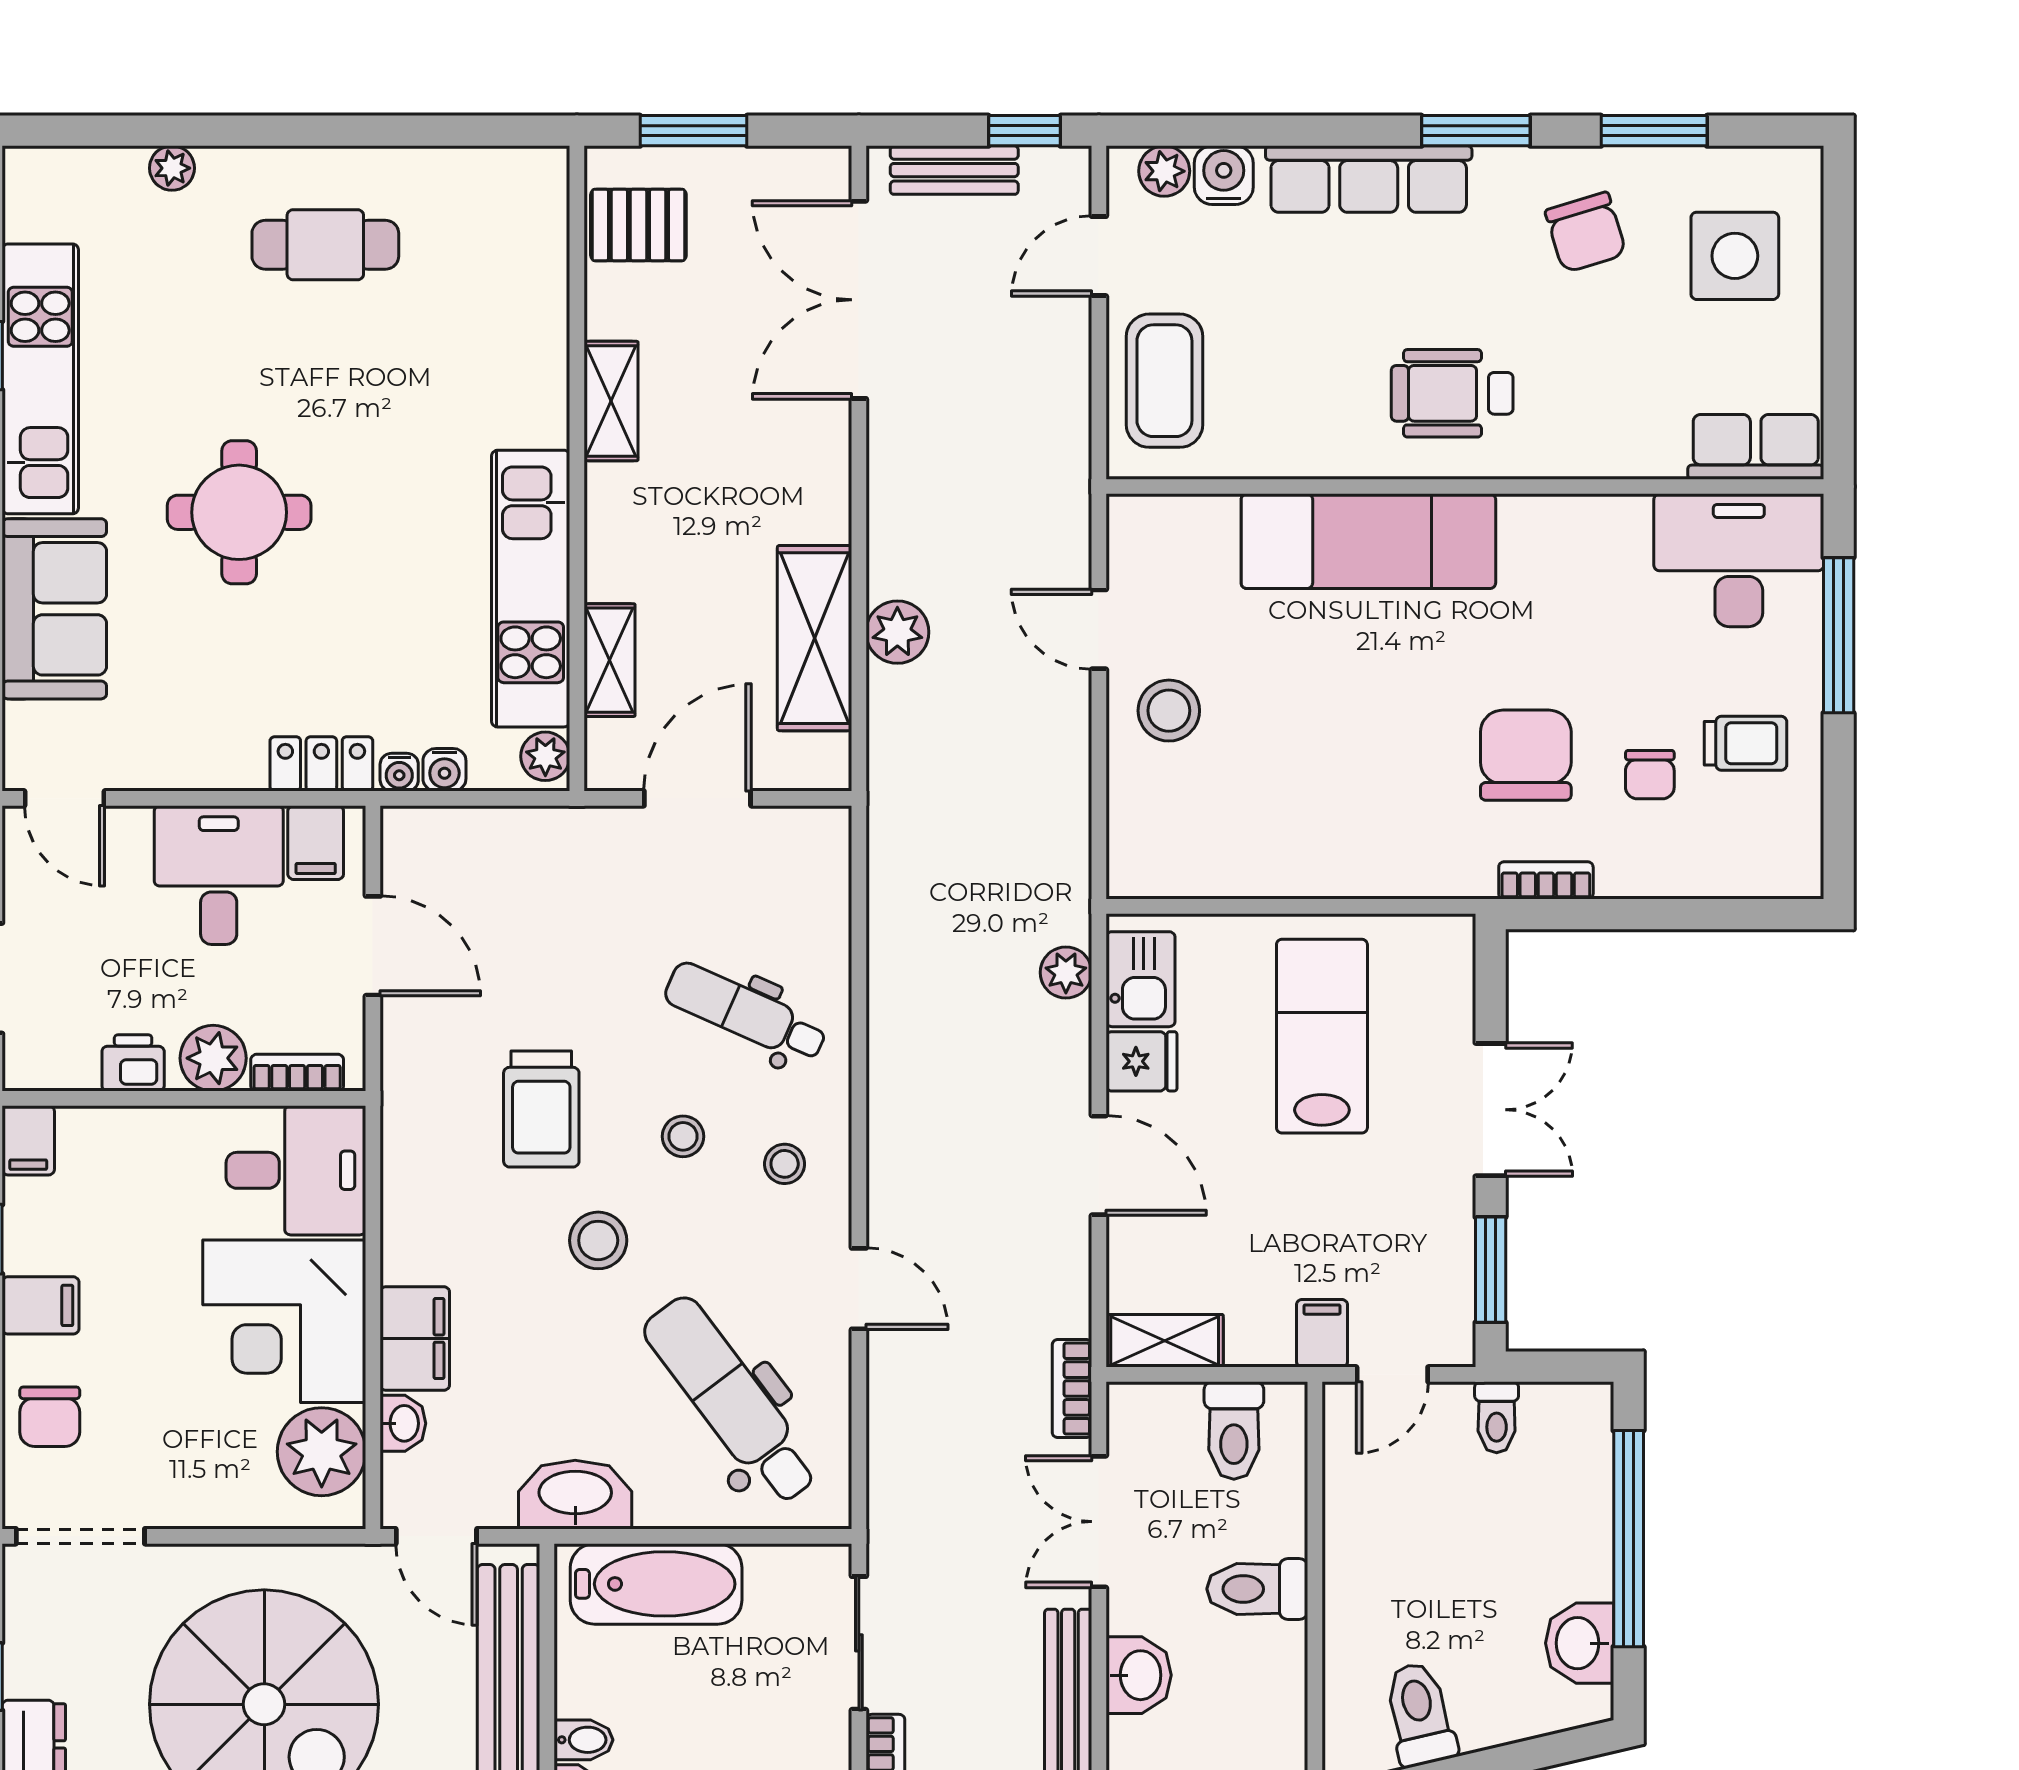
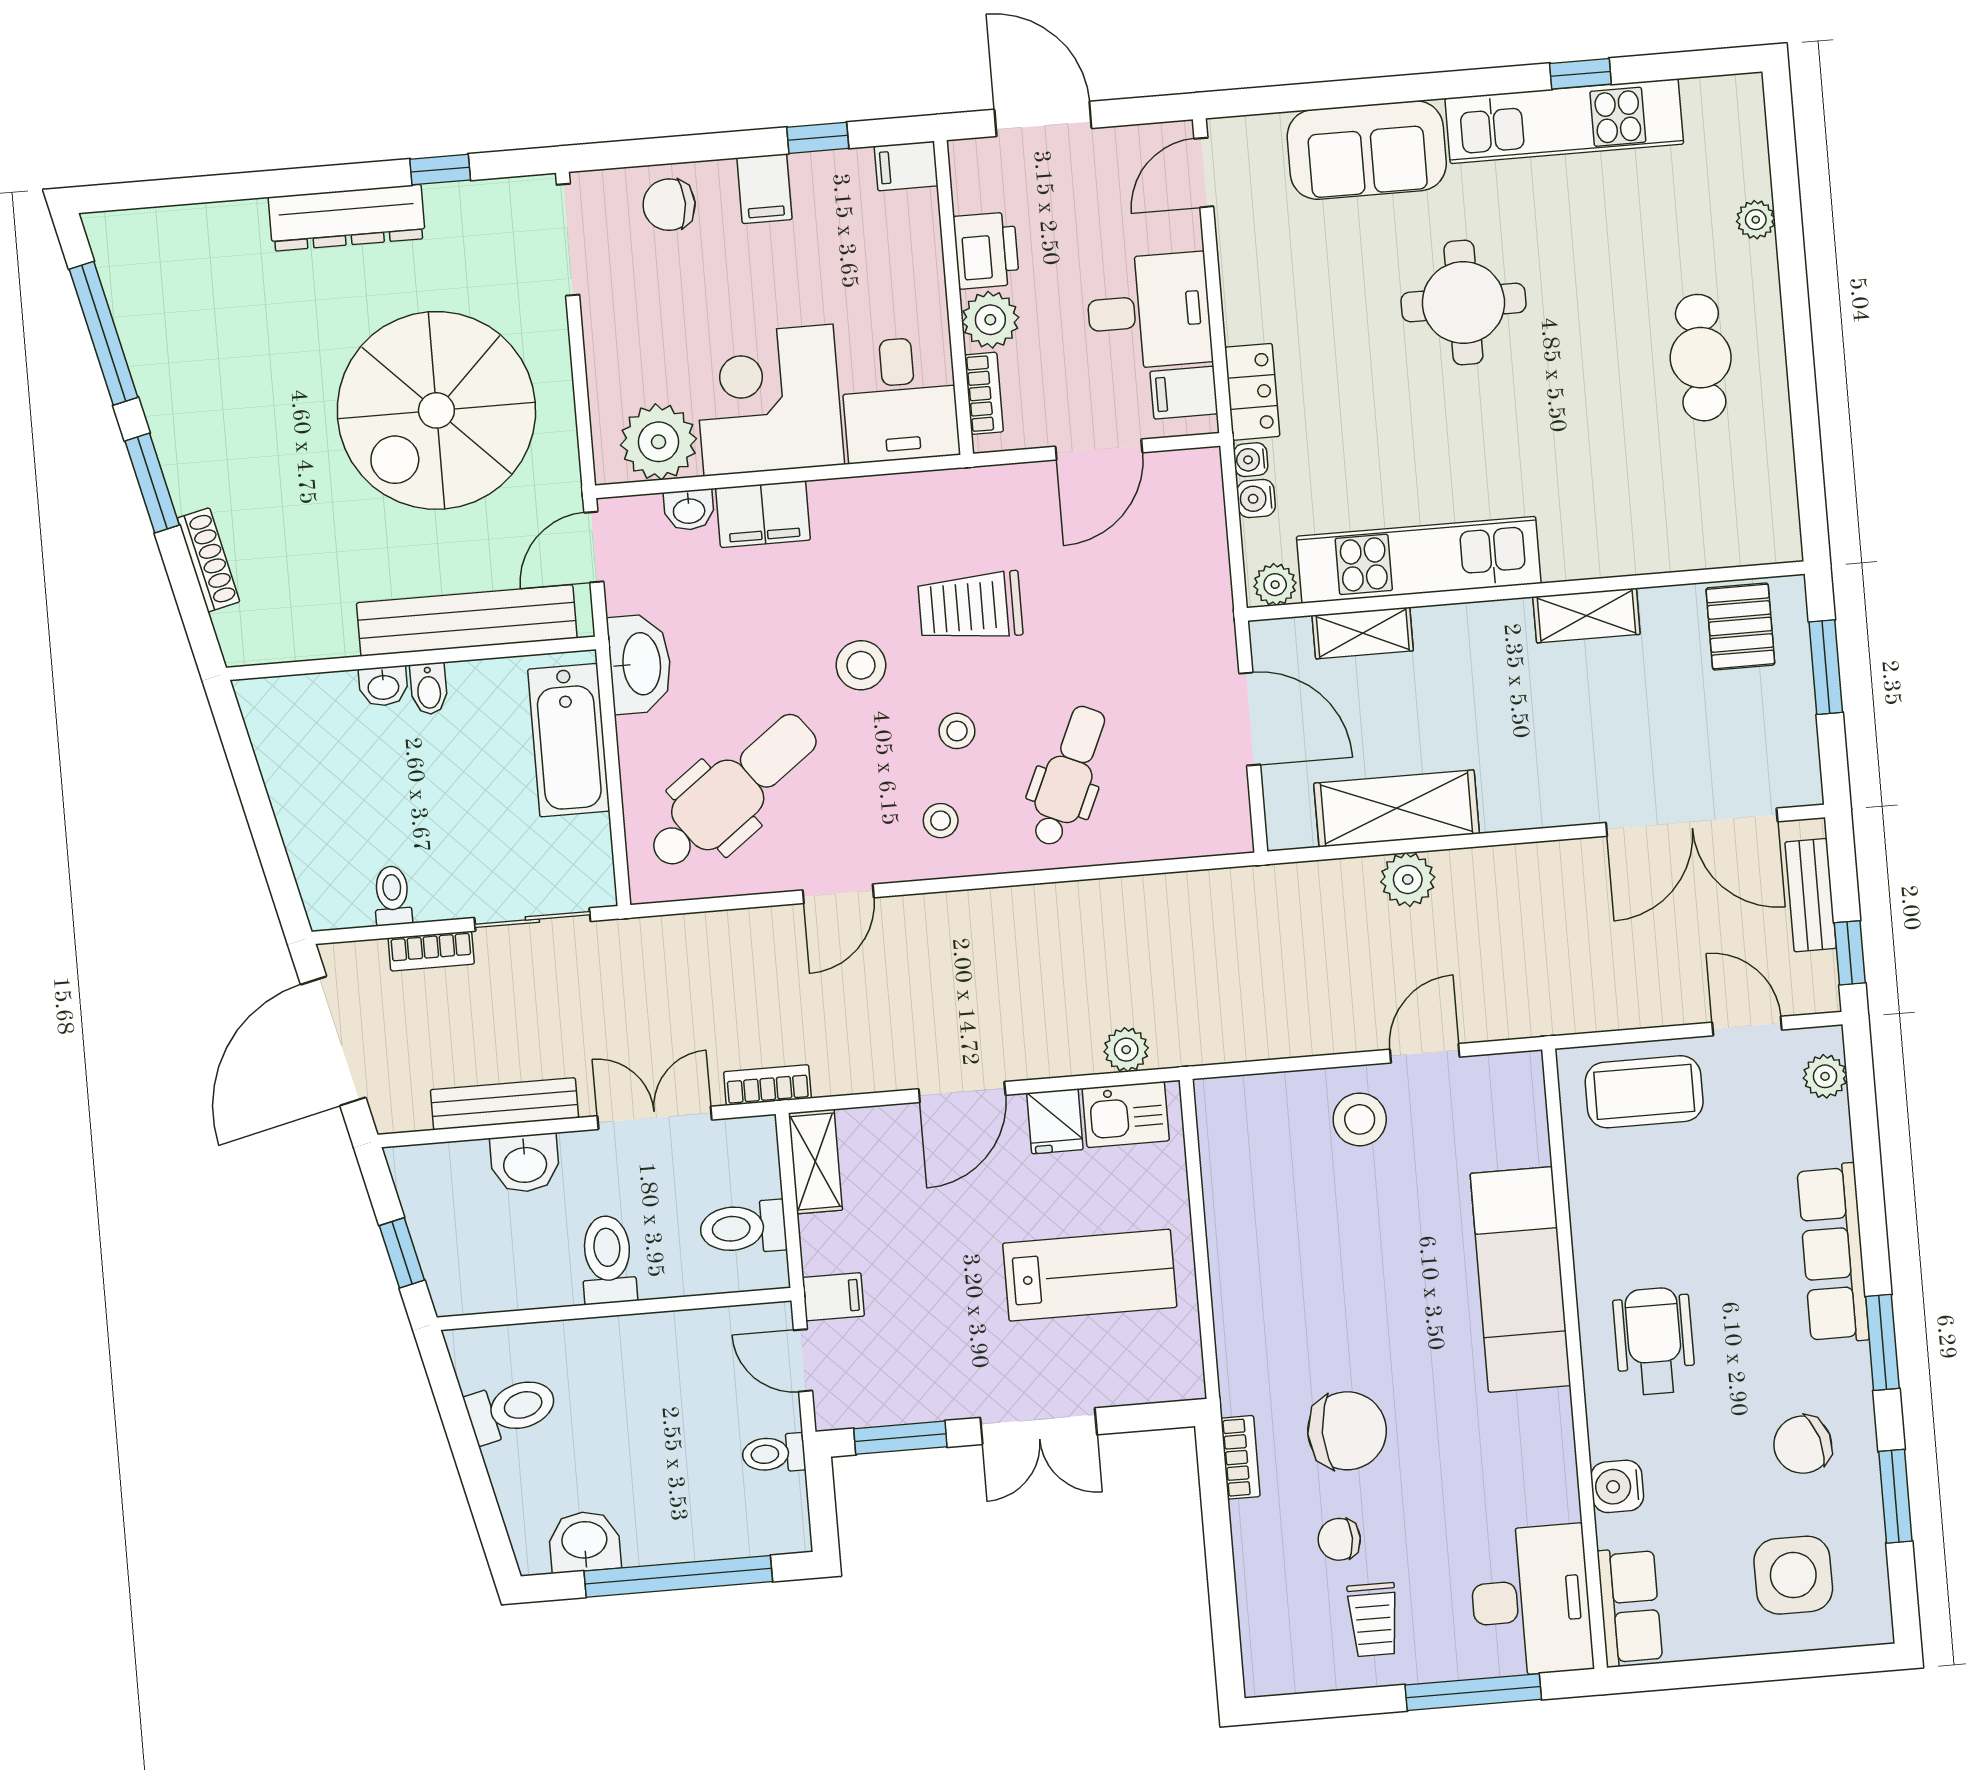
water cooler: (1224, 175) -> (1617, 1486), moved, turned 180
double door: (859, 300) -> (1692, 822), swing flipped
printer: (133, 1063) -> (986, 250), width x1.36, depth x1.24

